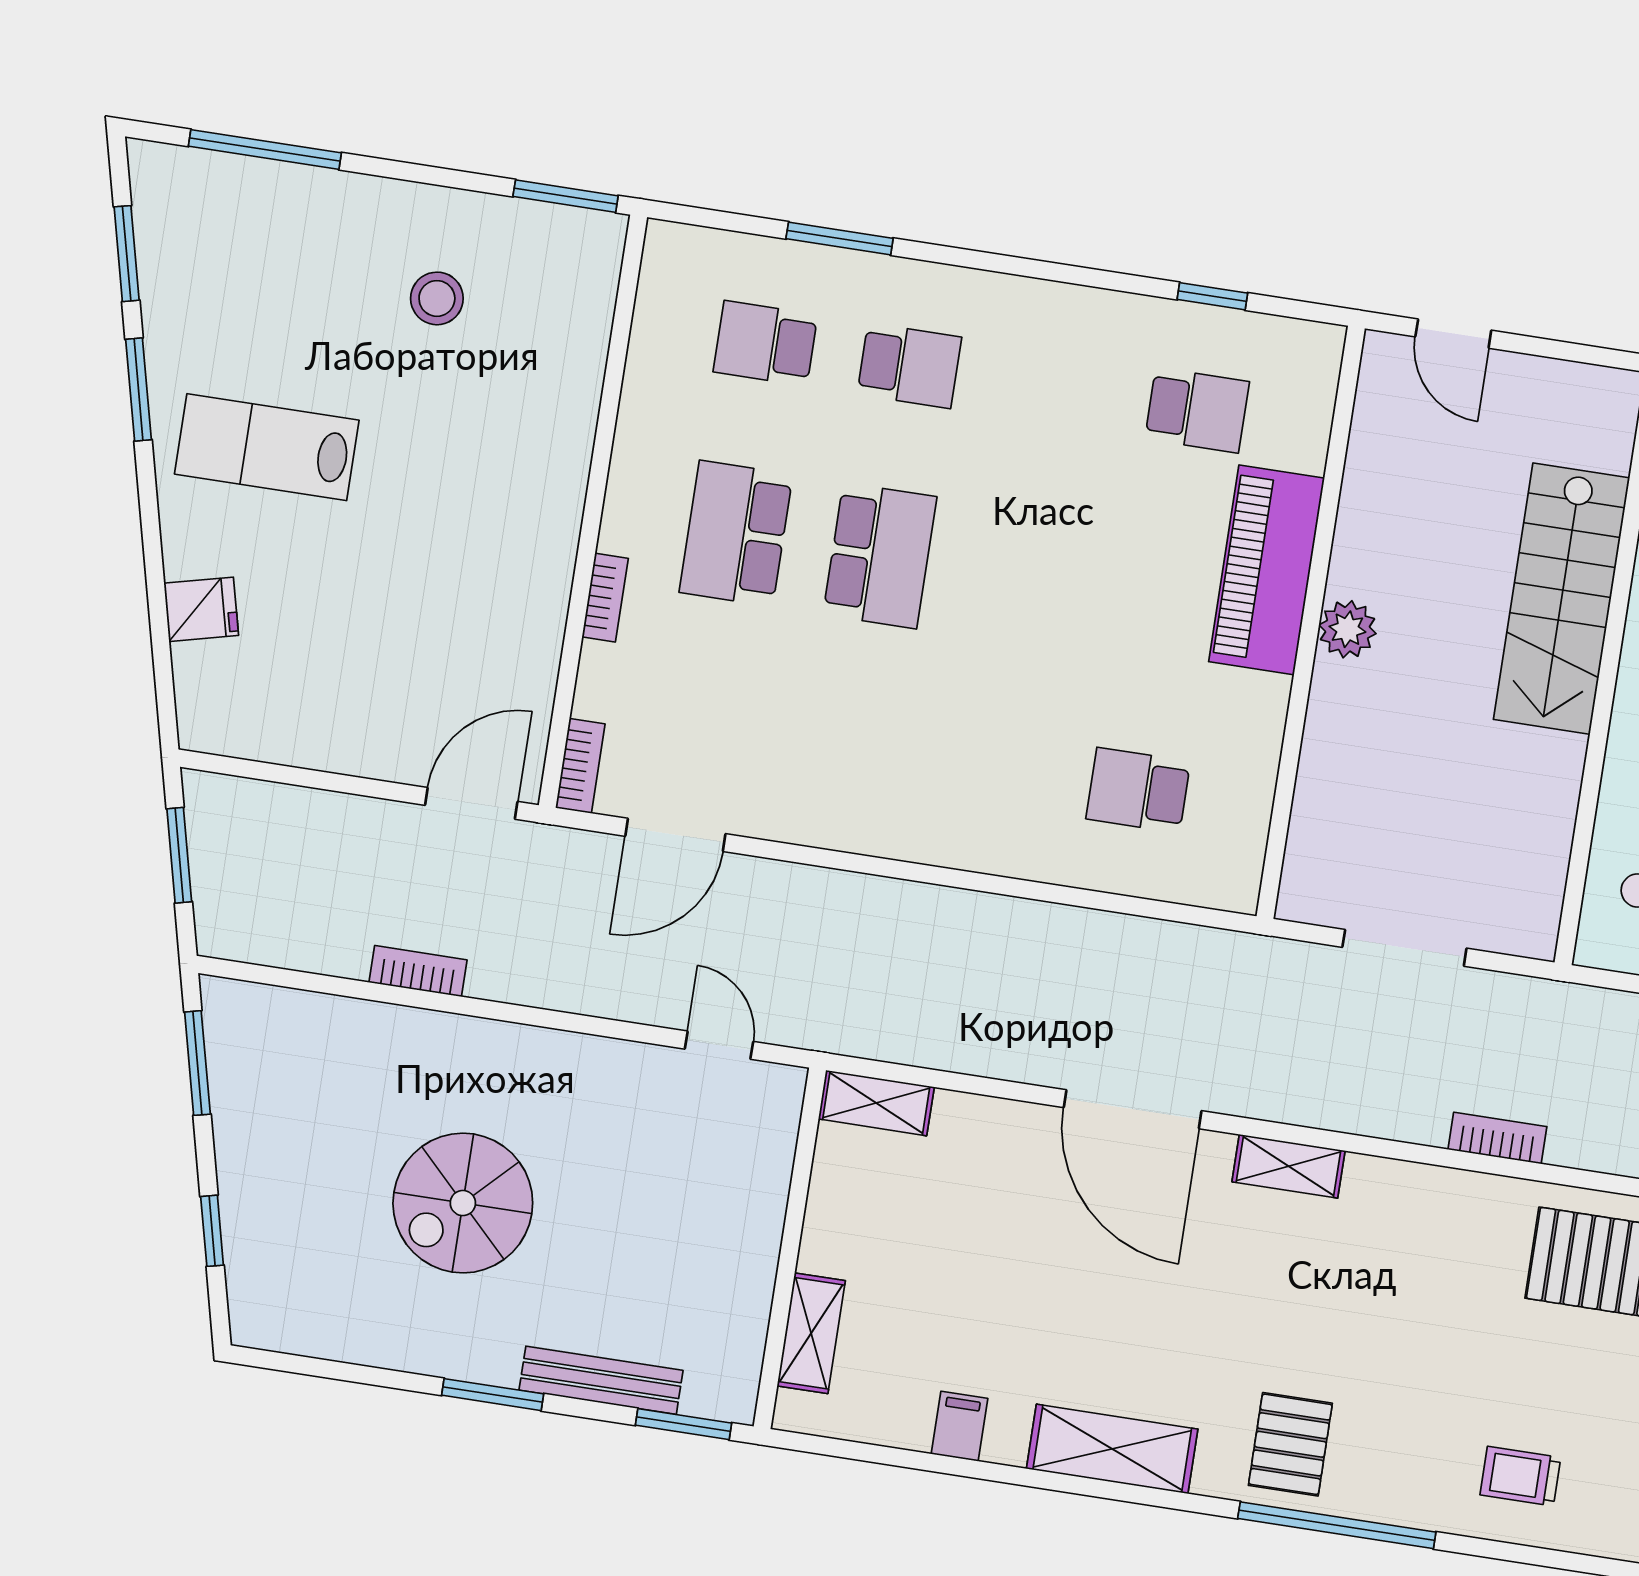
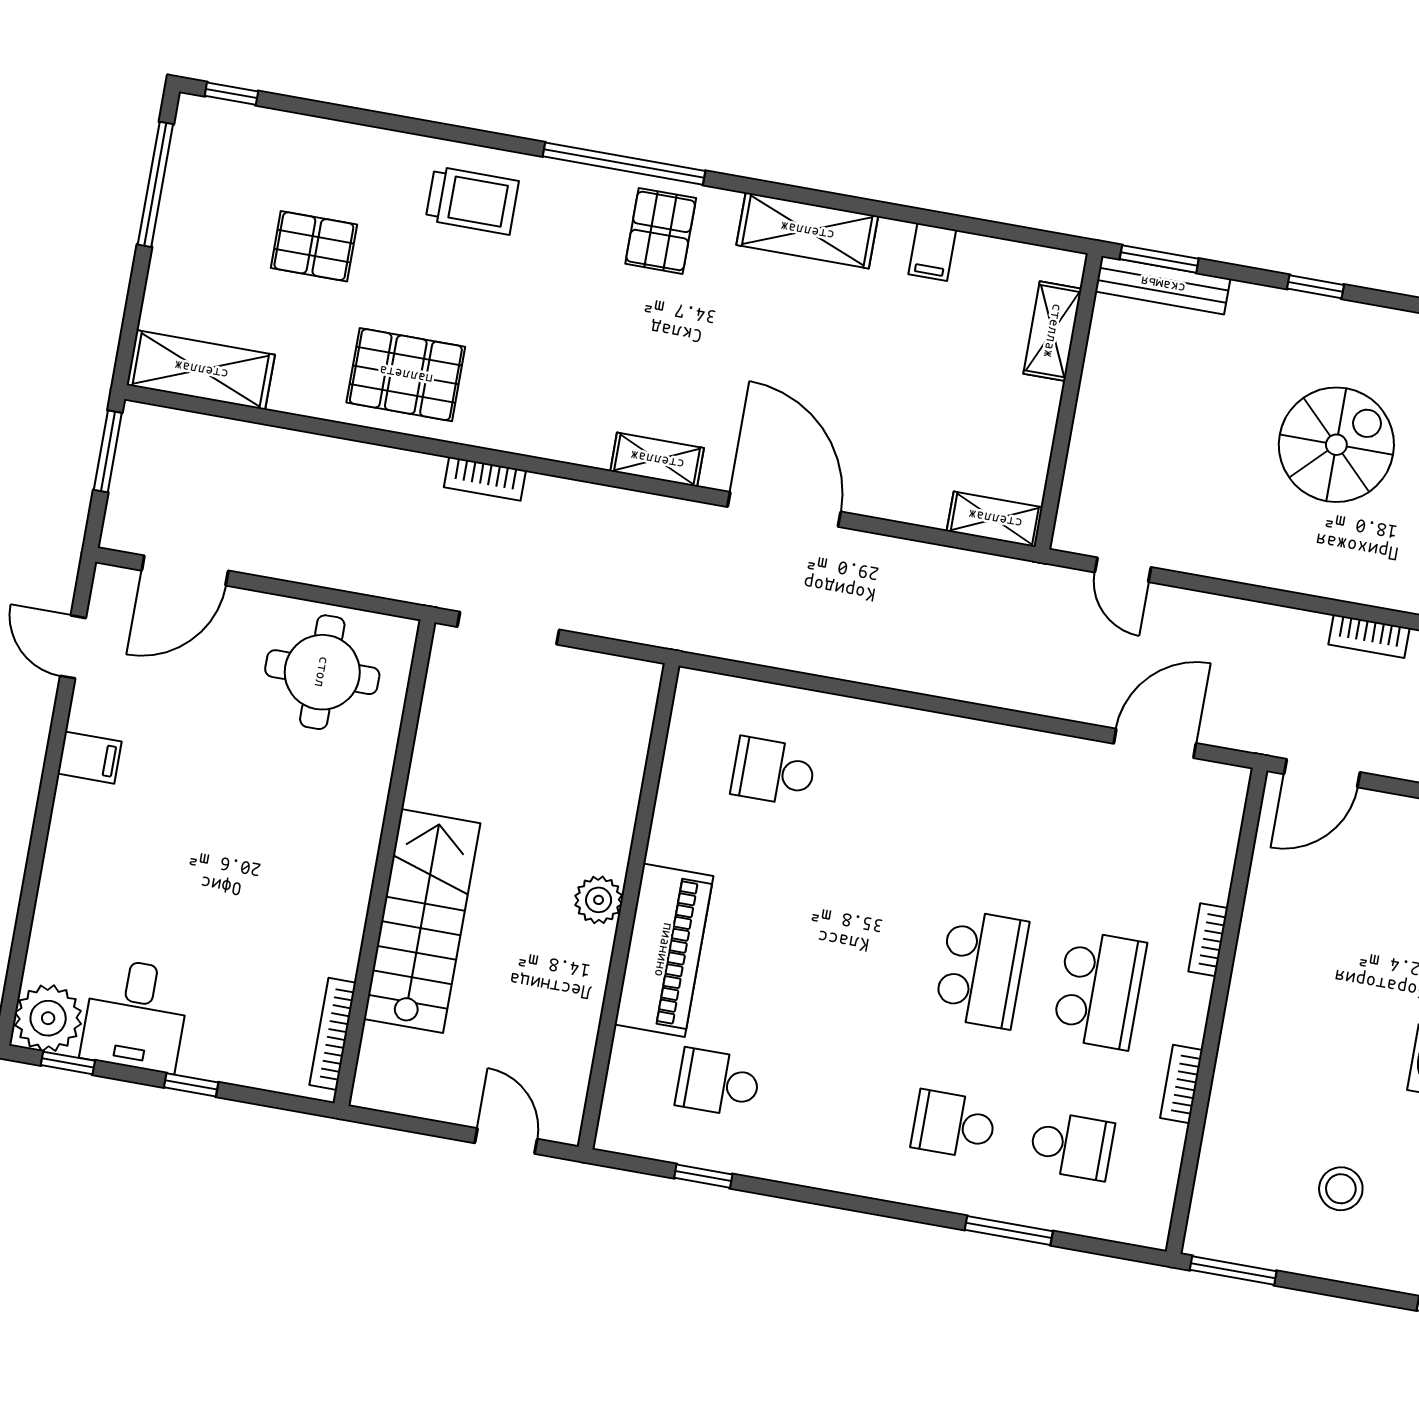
school desk: (880, 556) -> (982, 969), turned 180
bookcase: (580, 766) -> (1181, 1084), moved
school desk: (1138, 790) -> (774, 771), turned 180
doorway: (1404, 948) -> (508, 628), moved
bench: (601, 1380) -> (1163, 285), moved
window: (493, 1395) -> (1316, 287), width x0.67
trolley: (1520, 1476) -> (472, 200), width x1.36, depth x1.39

